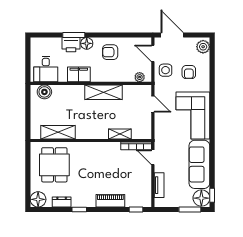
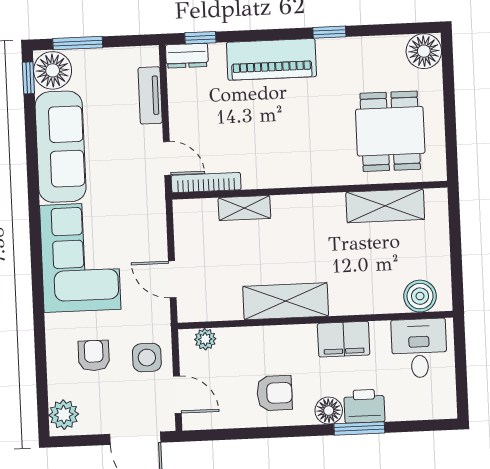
piano: (110, 201) -> (271, 59), width x1.37, depth x1.33
dresser: (62, 202) -> (187, 56), moved

